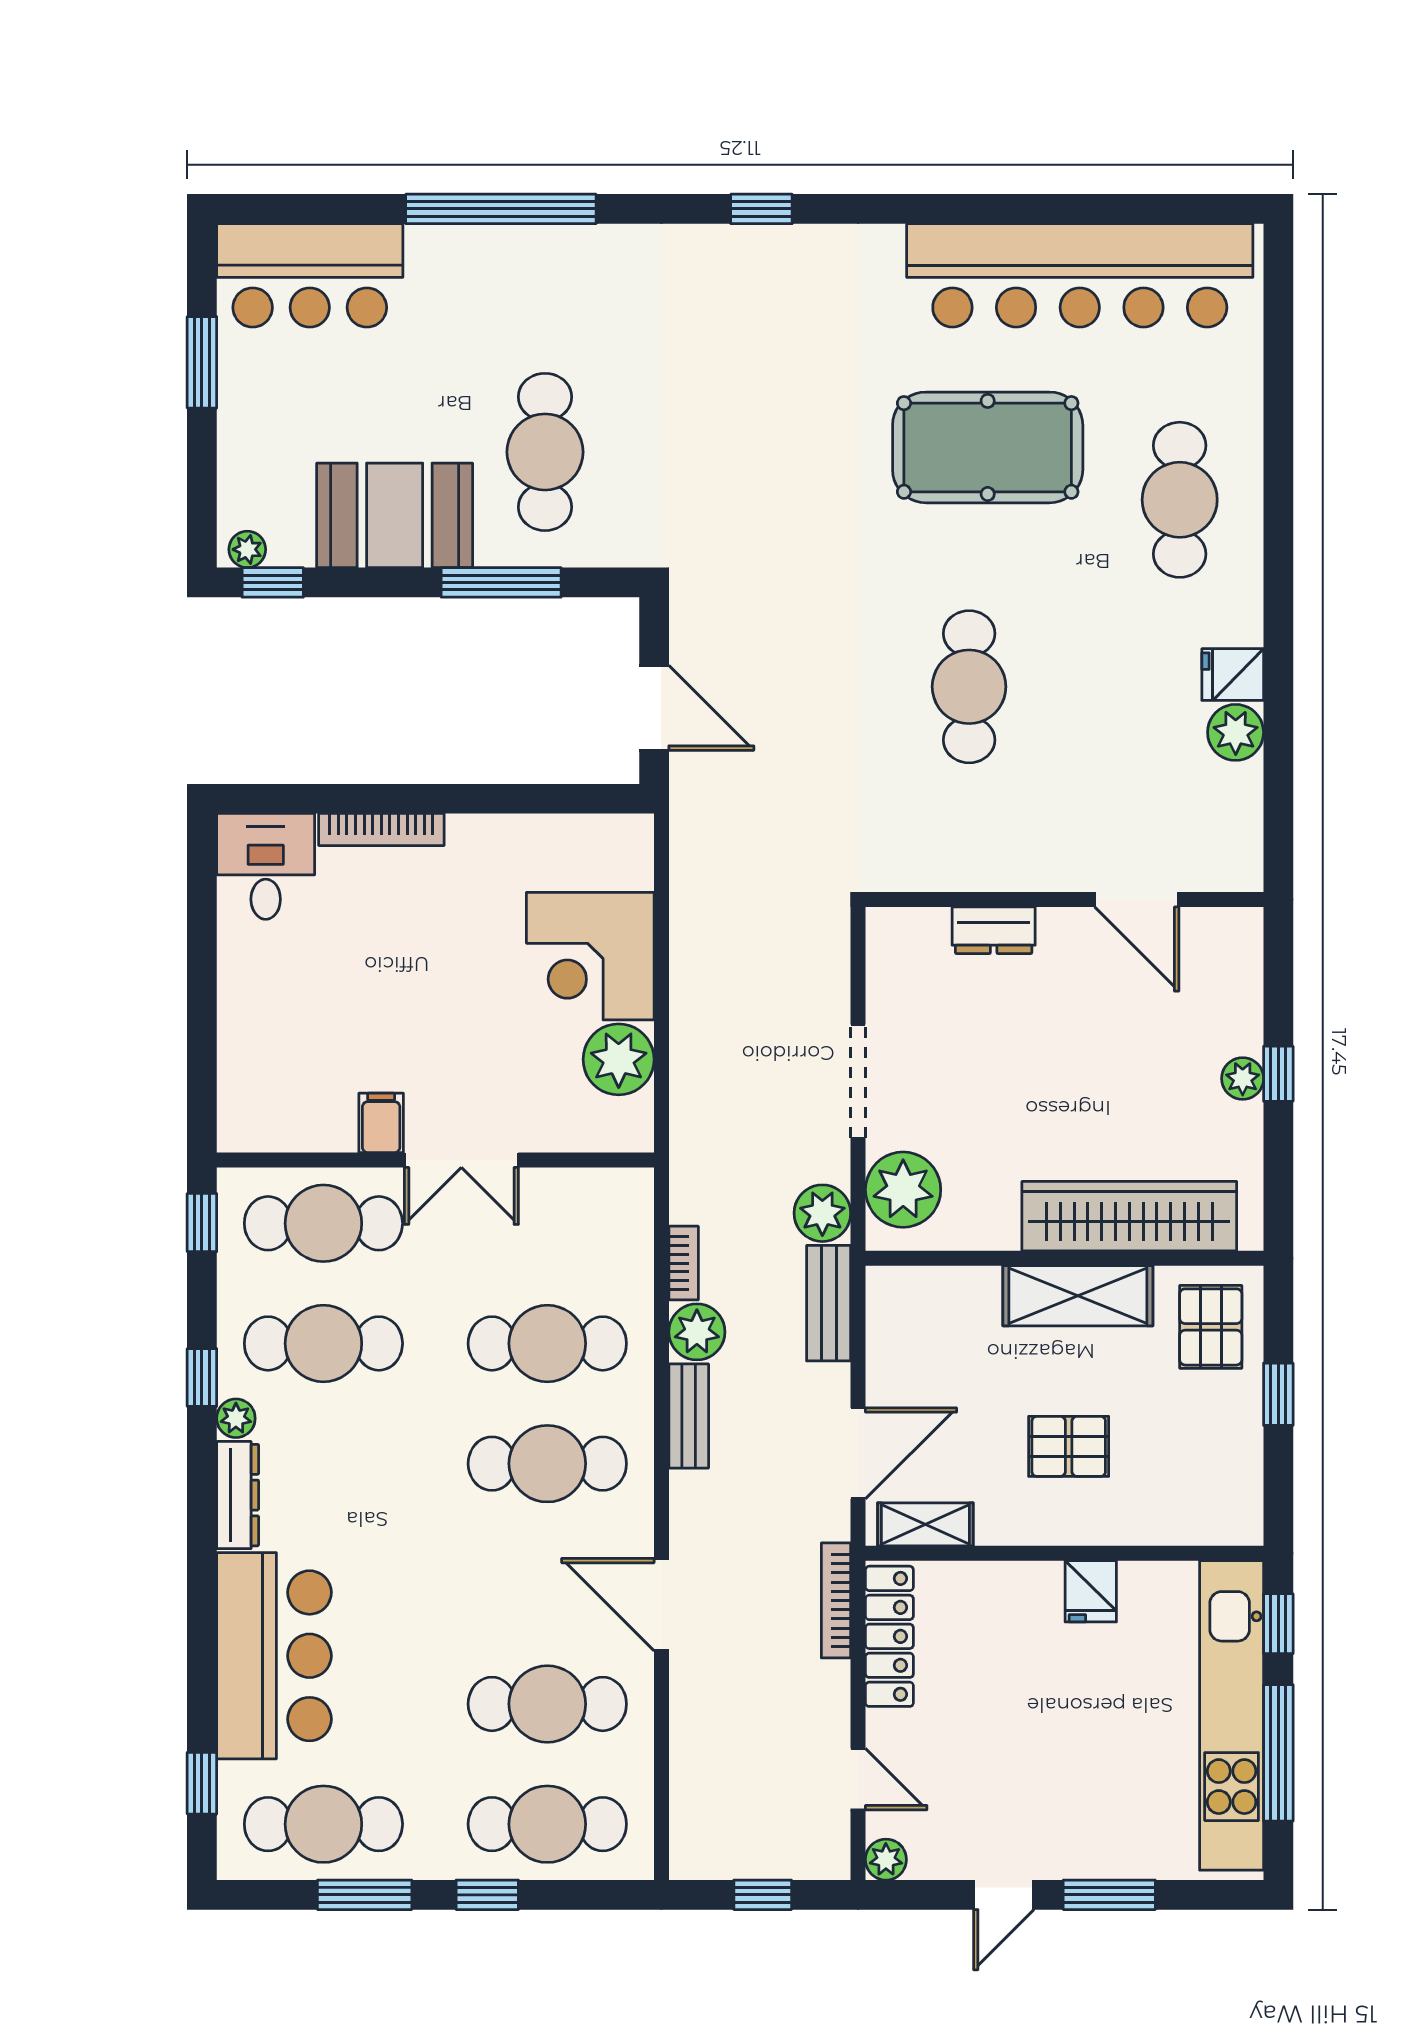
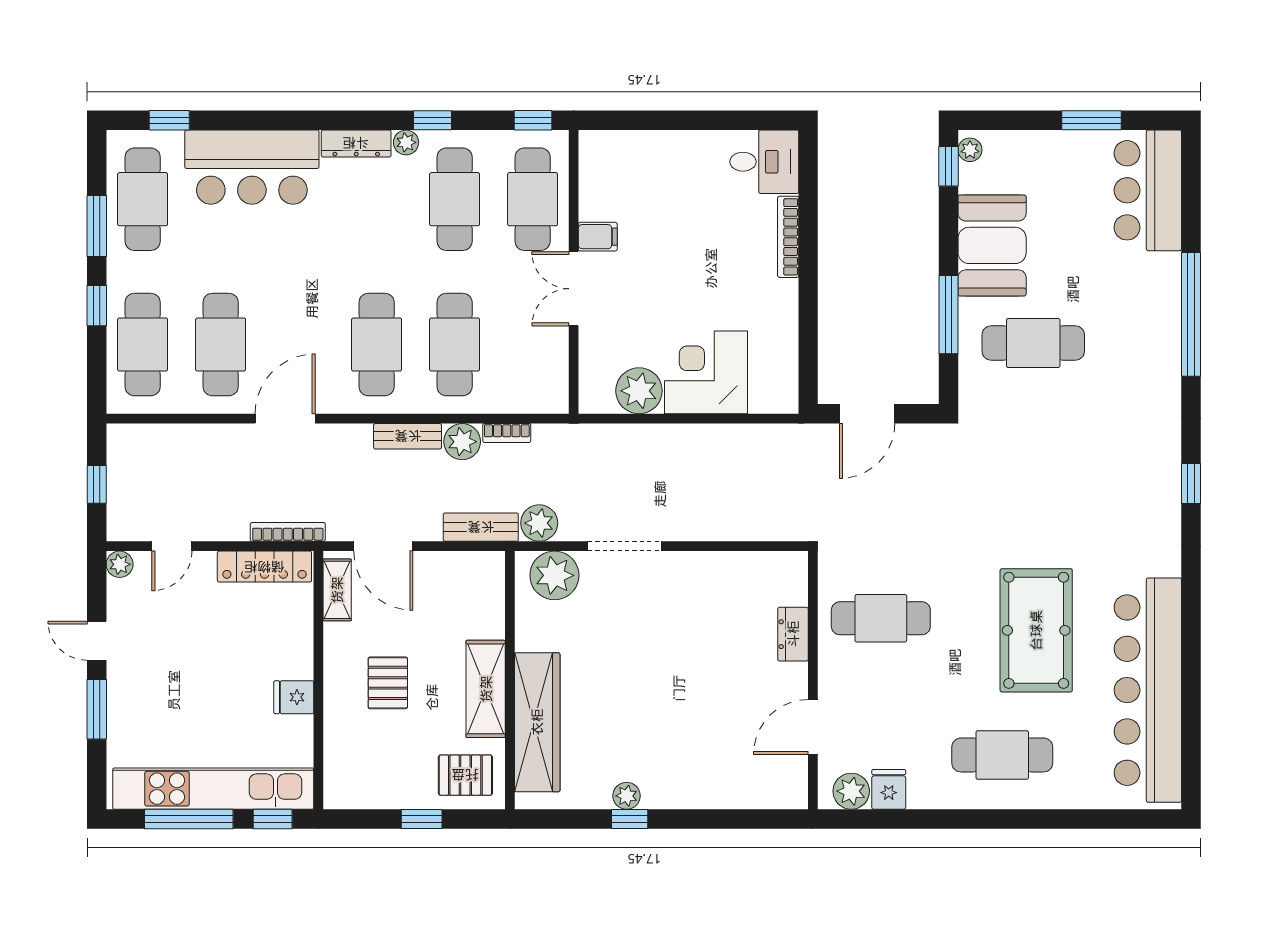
wall: (1064, 900) -> (813, 680), moved
door: (1137, 900) -> (813, 727), moved
dresser: (994, 930) -> (793, 634), moved

